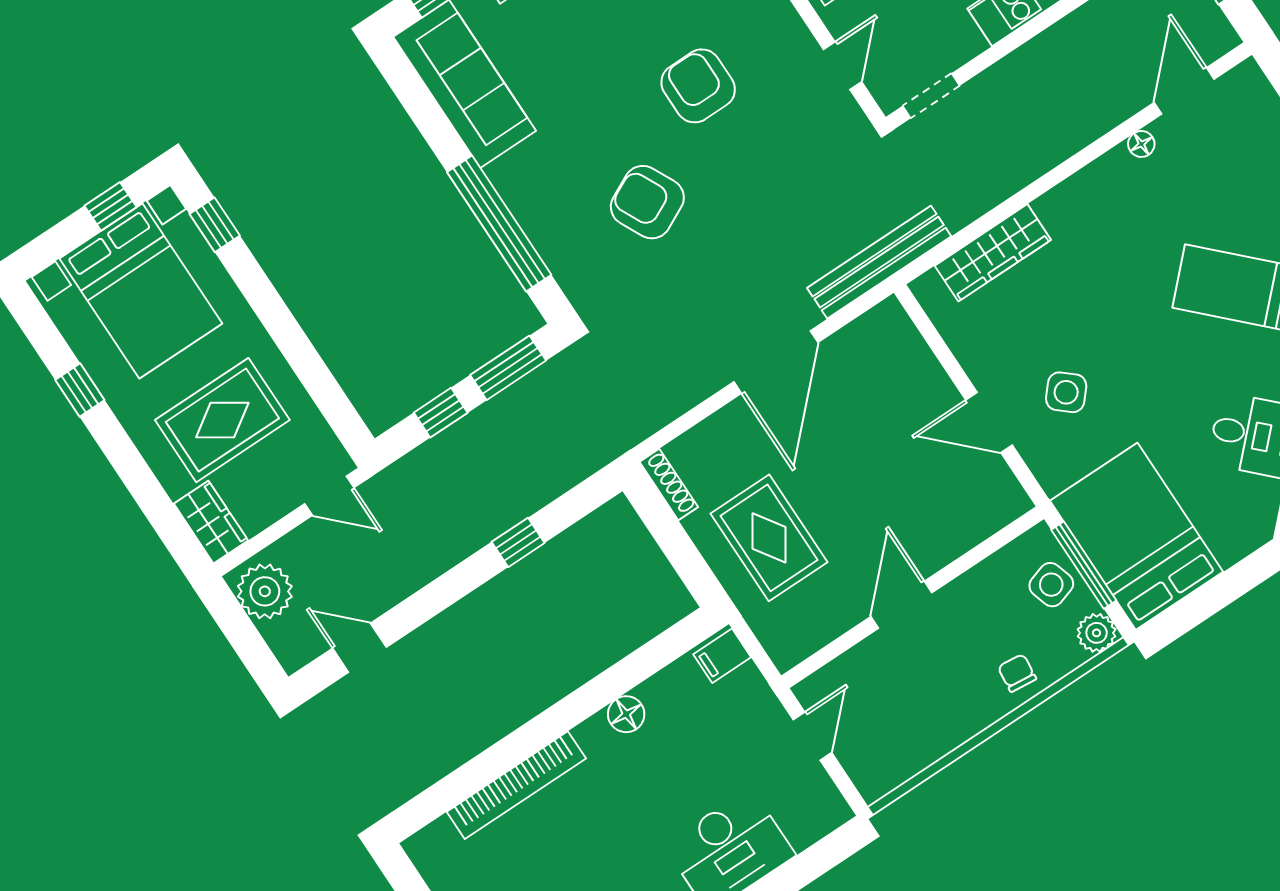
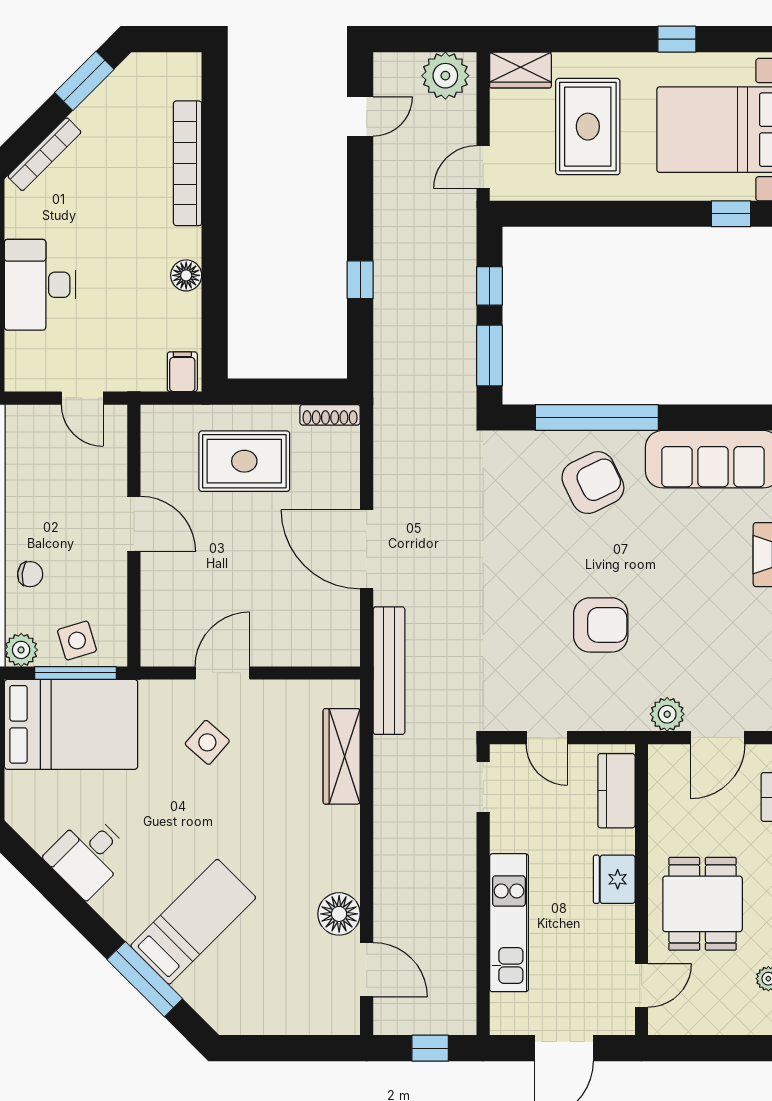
floor lamp: (1141, 144) -> (339, 914), width x1.89, depth x1.89
armchair: (647, 202) -> (593, 483), moved

